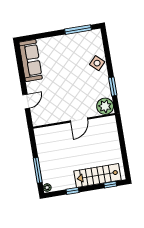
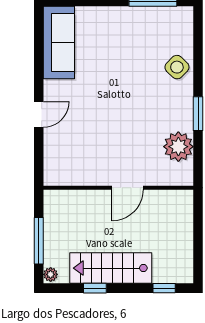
door: (79, 120) -> (128, 188), moved
wall: (74, 121) -> (118, 188), moved
stairs: (97, 175) -> (111, 268), moved

